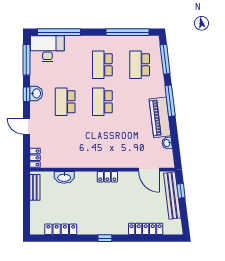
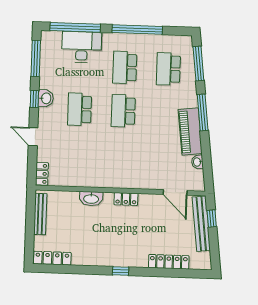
window: (128, 32) -> (137, 30), moved
desk: (47, 49) -> (82, 47), moved
washbasin: (64, 177) -> (91, 199), moved
bench: (35, 187) -> (40, 214), width x1.36
locker: (61, 229) -> (52, 258), moved

